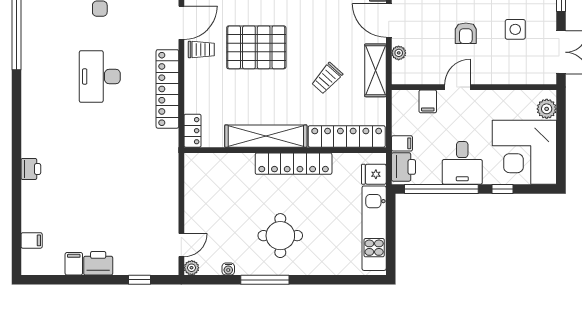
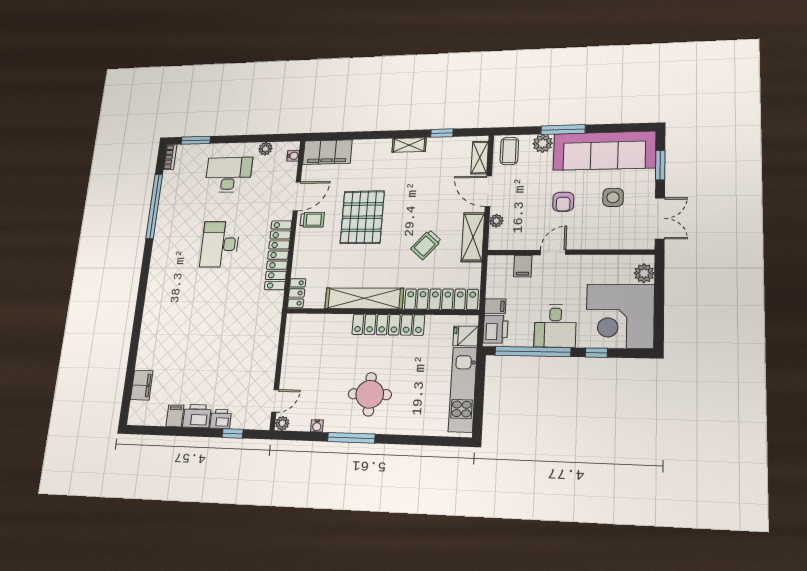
pallet: (256, 47) -> (362, 217), turned 90
printer: (31, 169) -> (221, 419), moved, turned -90
filing cabinet: (32, 240) -> (142, 385), width x2.00

